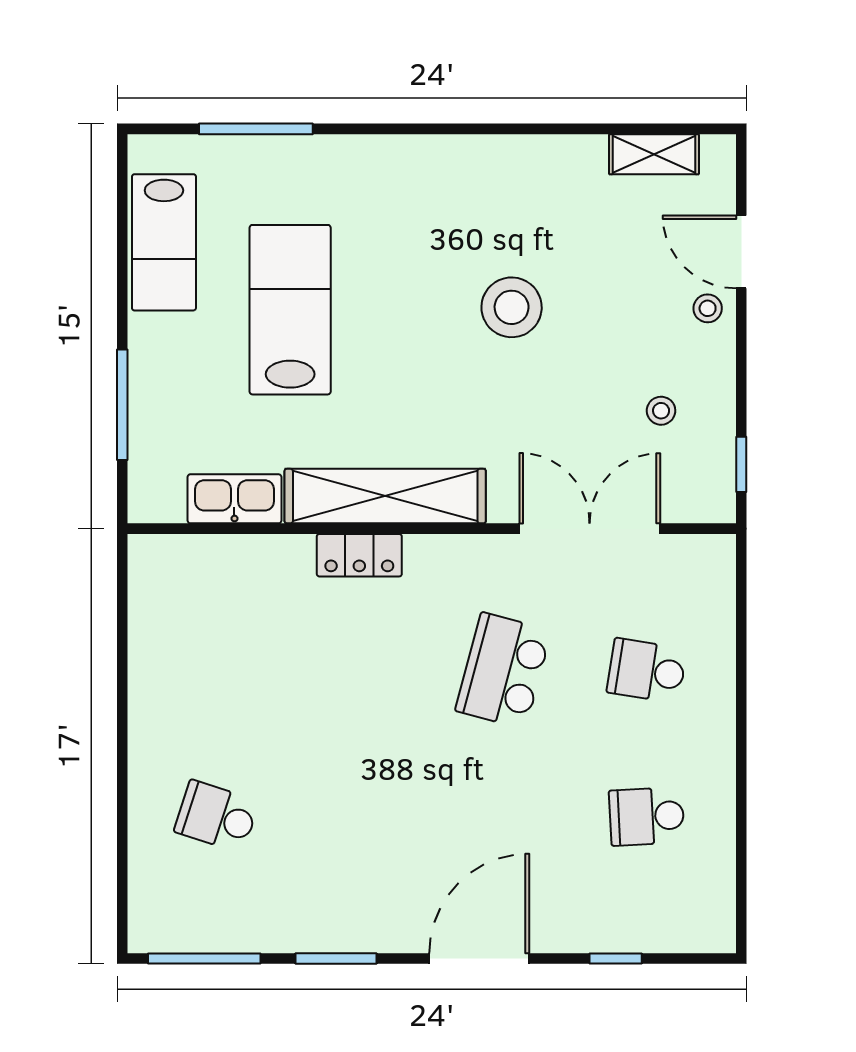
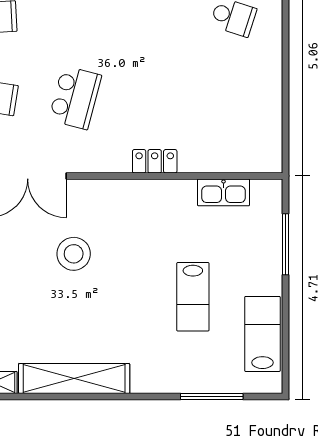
stool: (512, 307) -> (74, 254), moved
lab bench: (290, 310) -> (193, 297), width x0.73, depth x0.72
shelving: (385, 496) -> (74, 379), moved

